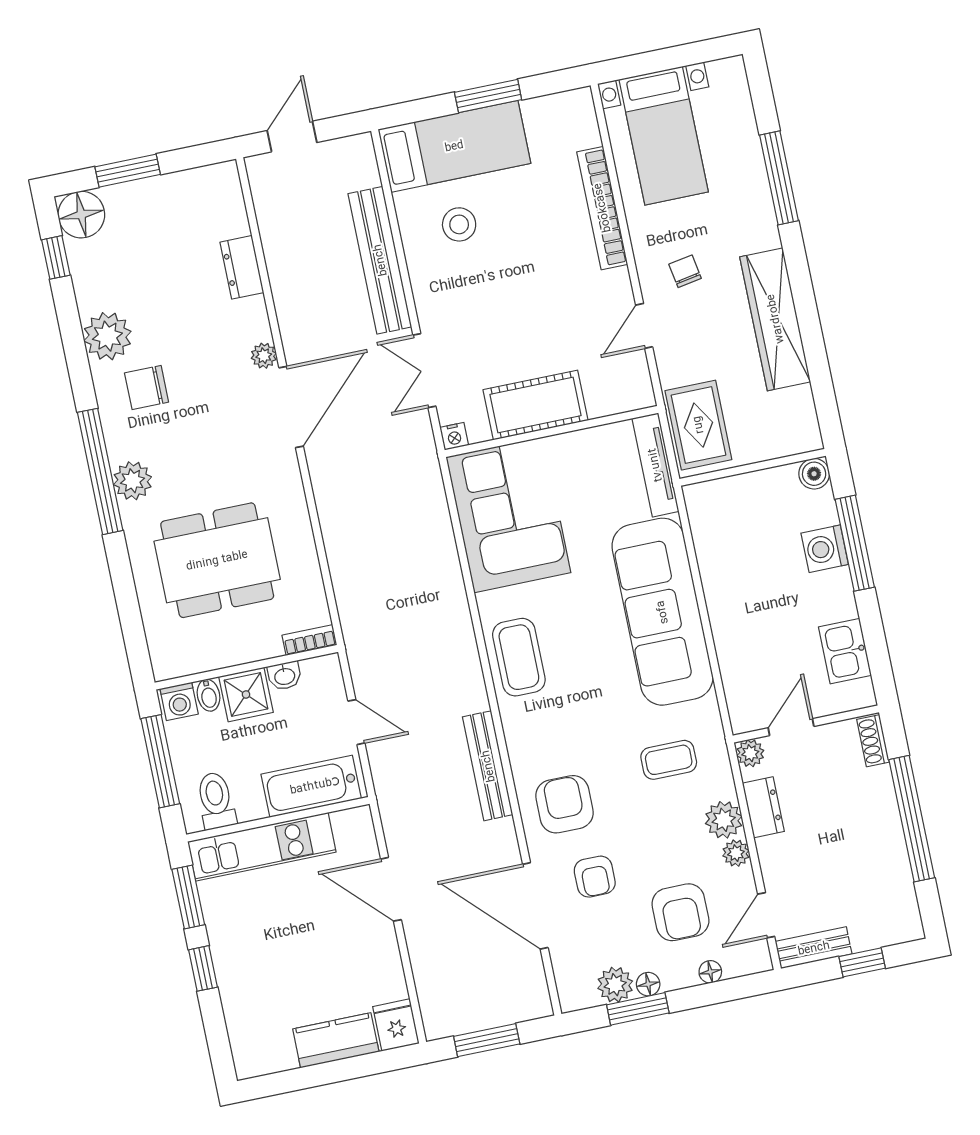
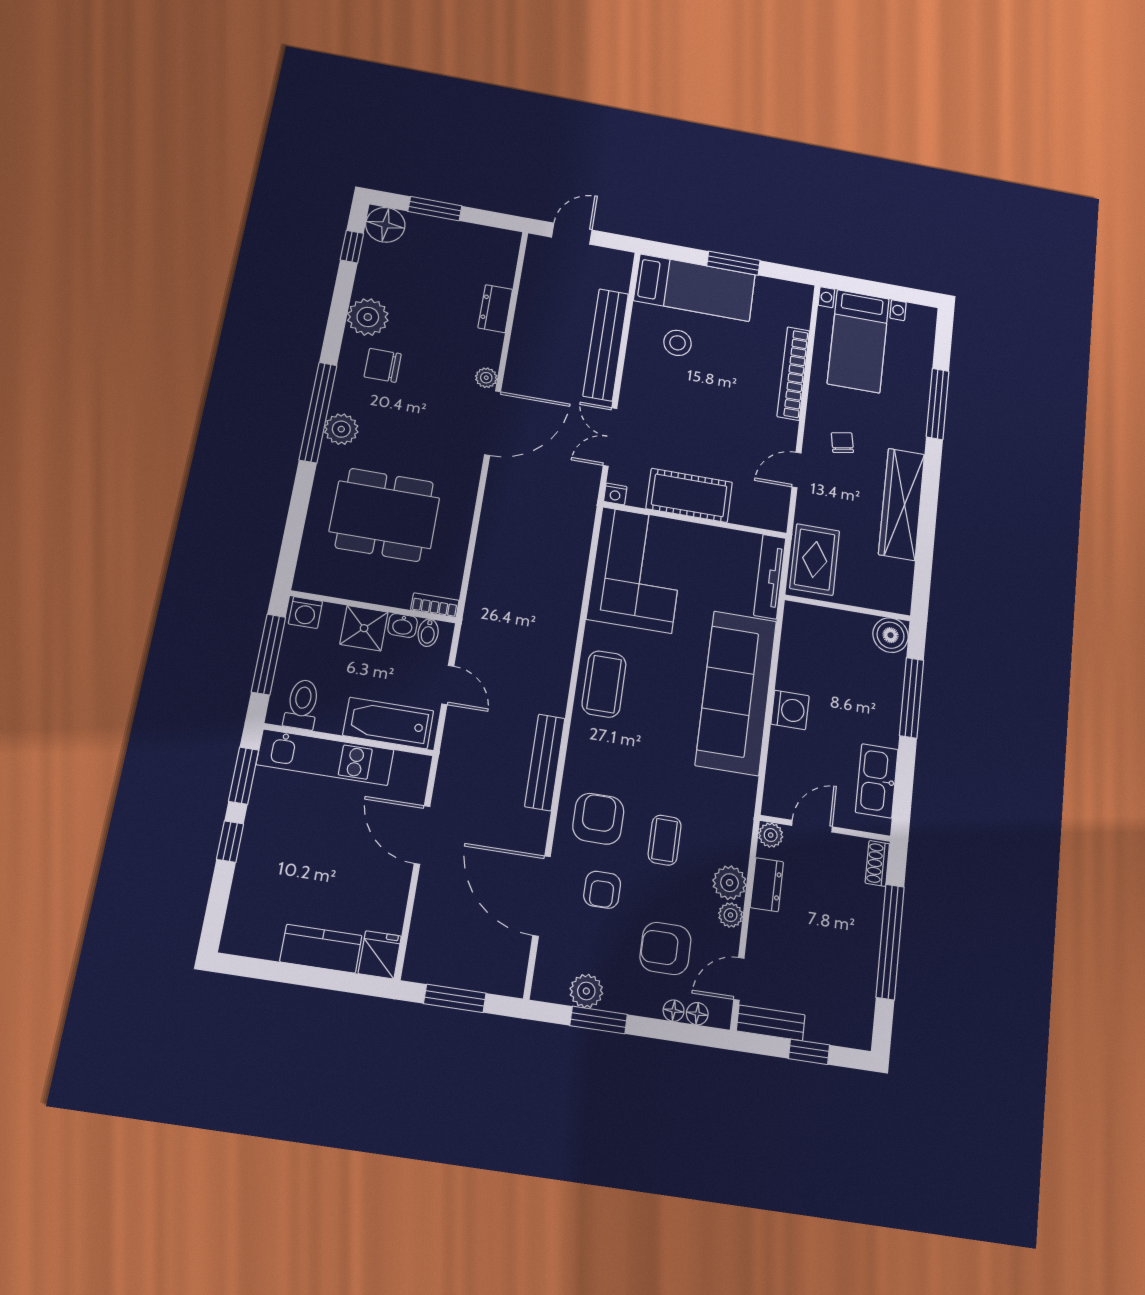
boiler: (814, 474) -> (891, 635), width x1.36, depth x1.36
washing machine: (825, 549) -> (790, 710), moved, turned 180
kitchen sink: (845, 651) -> (877, 781), width x1.38
bidet: (209, 695) -> (428, 633), moved
coffee table: (669, 760) -> (665, 840), moved, turned 90
armchair: (680, 912) -> (665, 948), turned 90
floor lamp: (648, 984) -> (697, 1014), moved

